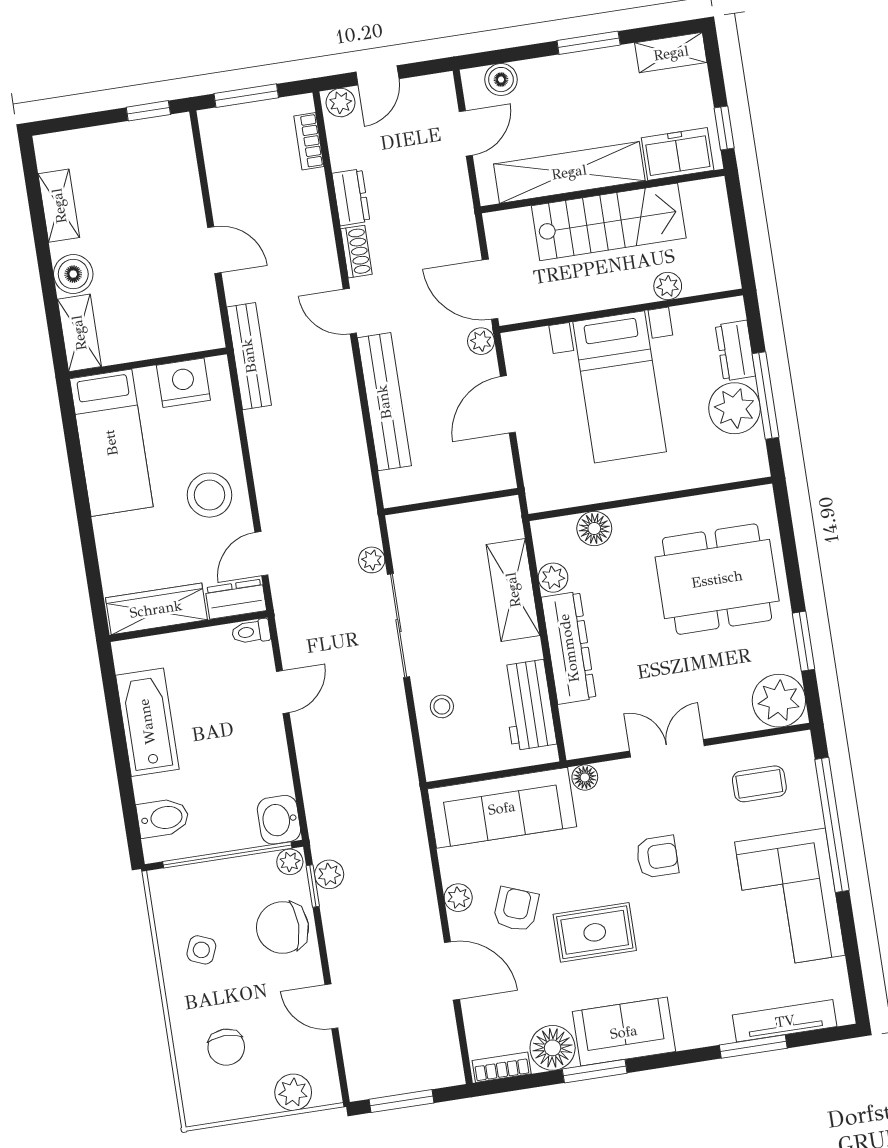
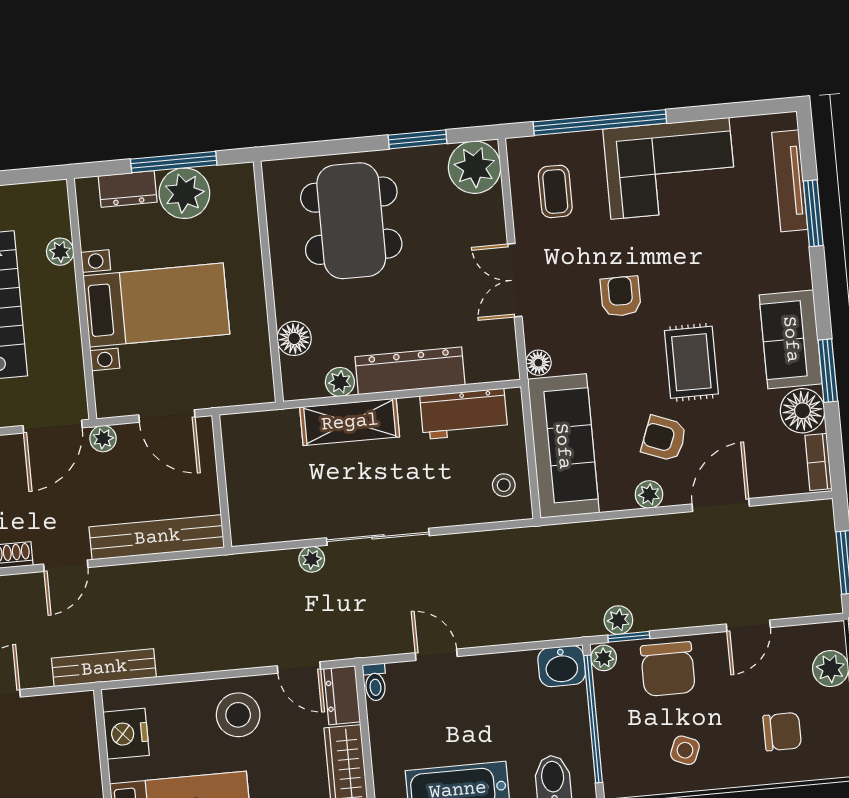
wall: (451, 502) -> (222, 481), moved
stool: (442, 706) -> (504, 485), moved

